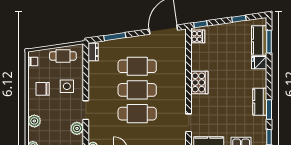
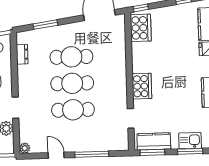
cooker: (198, 36) -> (141, 28), width x1.87, depth x1.31
dresser: (93, 52) -> (22, 54), moved
cooker: (199, 83) -> (142, 86), moved

